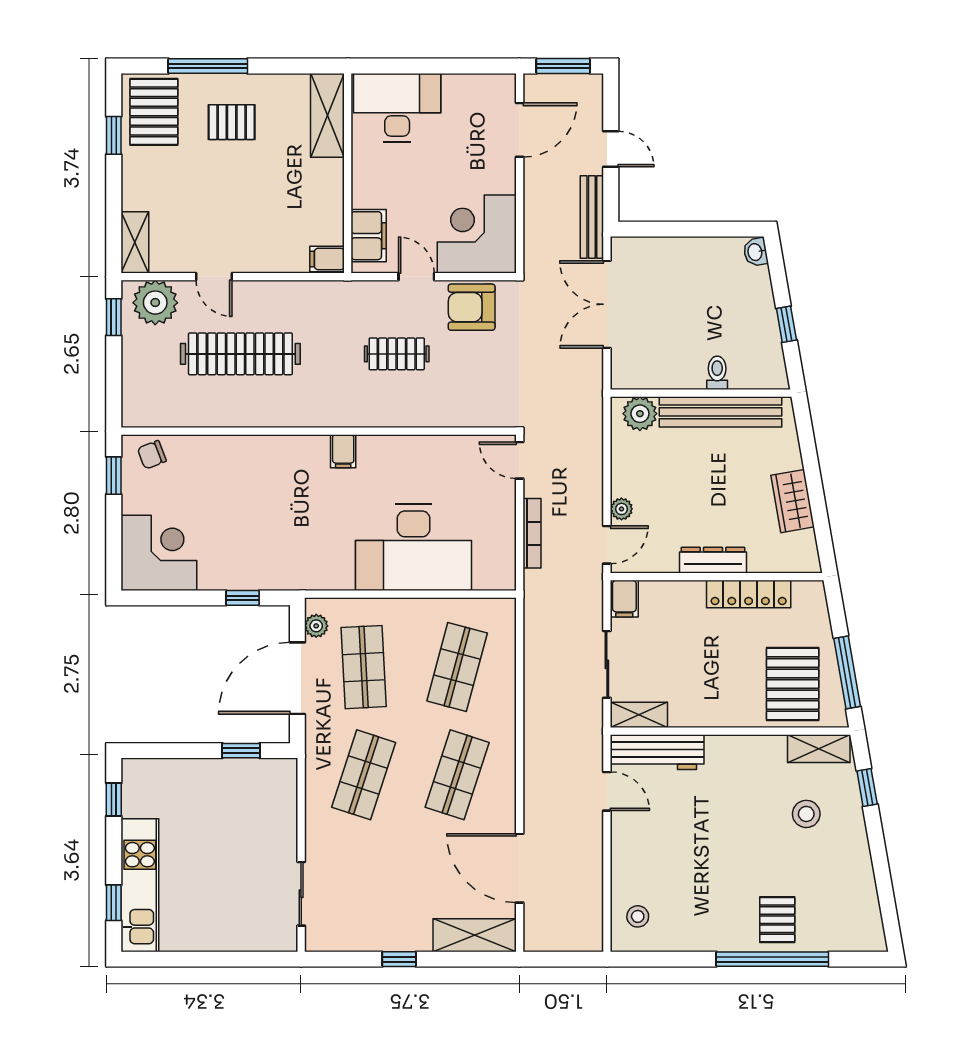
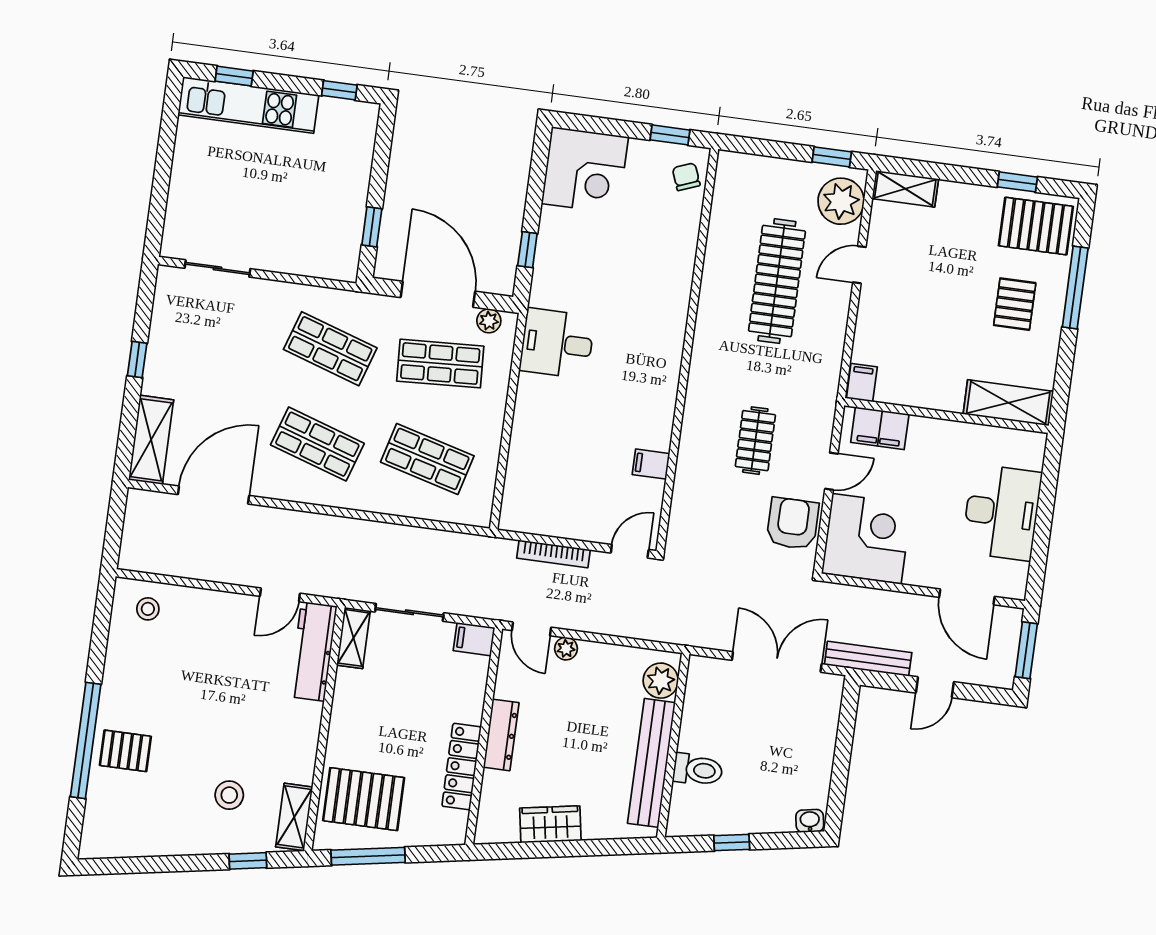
desk: (397, 108) -> (1002, 512), moved
toilet: (717, 373) -> (698, 770), width x1.37, depth x1.39
filing cabinet: (343, 451) -> (651, 464), moved
desk: (414, 547) -> (557, 343), moved, width x0.53, depth x0.77

